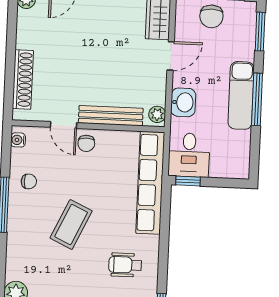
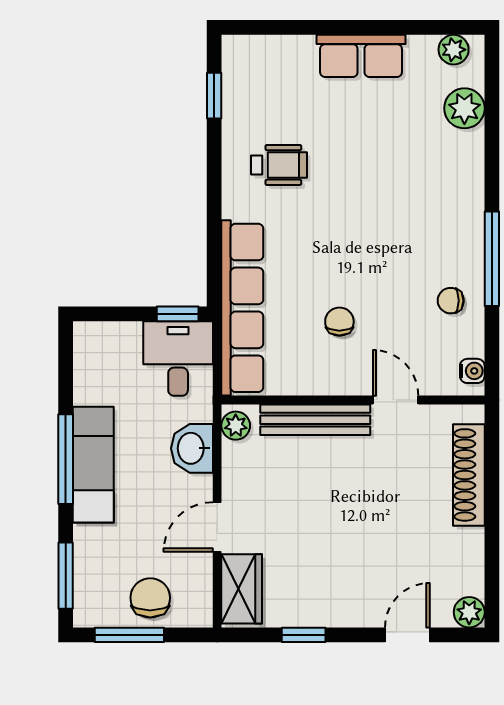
chair: (86, 143) -> (339, 322), moved
coffee table: (71, 224) -> (375, 230), removed

